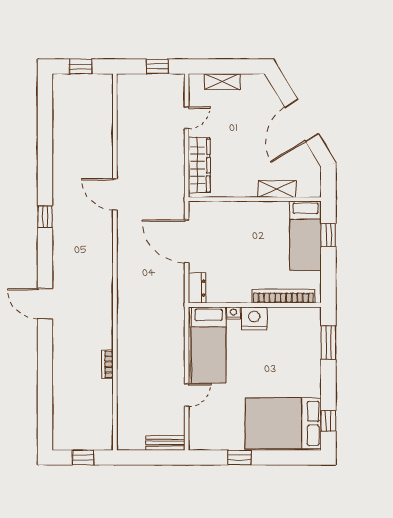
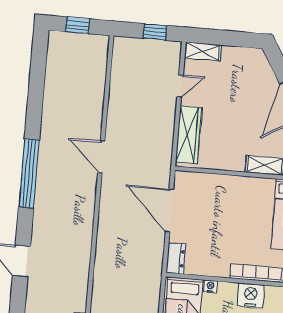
shelving: (222, 82) -> (203, 51), moved
window: (45, 217) -> (29, 173), width x3.17
nightstand: (254, 318) -> (251, 295), moved

